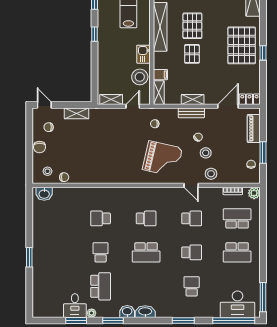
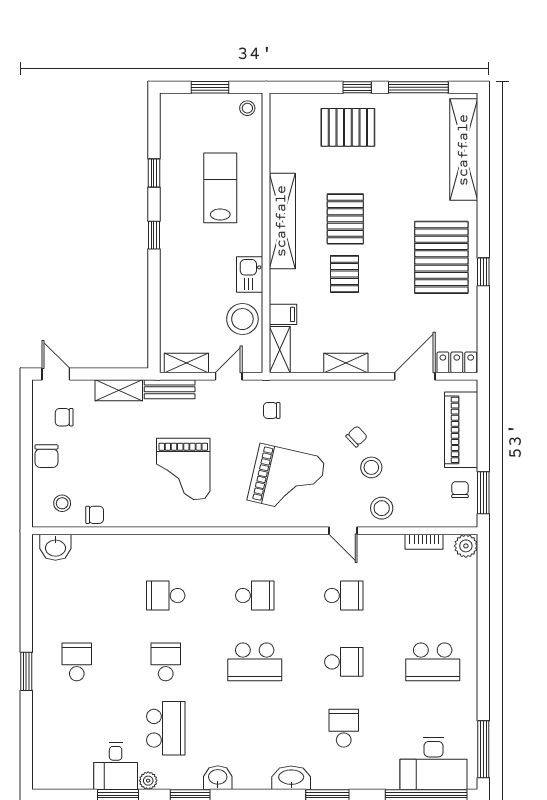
bench: (191, 113) -> (170, 389), moved
piano: (254, 128) -> (461, 430), width x1.37, depth x1.33
window: (263, 153) -> (483, 493), moved
grand piano: (109, 154) -> (183, 469), added
school desk: (237, 218) -> (77, 662), moved, width x0.54
washbasin: (145, 312) -> (291, 778), moved

